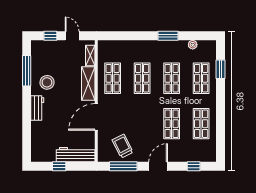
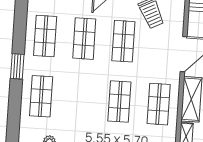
window: (221, 69) -> (17, 66), moved
shop shelf: (172, 78) -> (123, 41), moved

